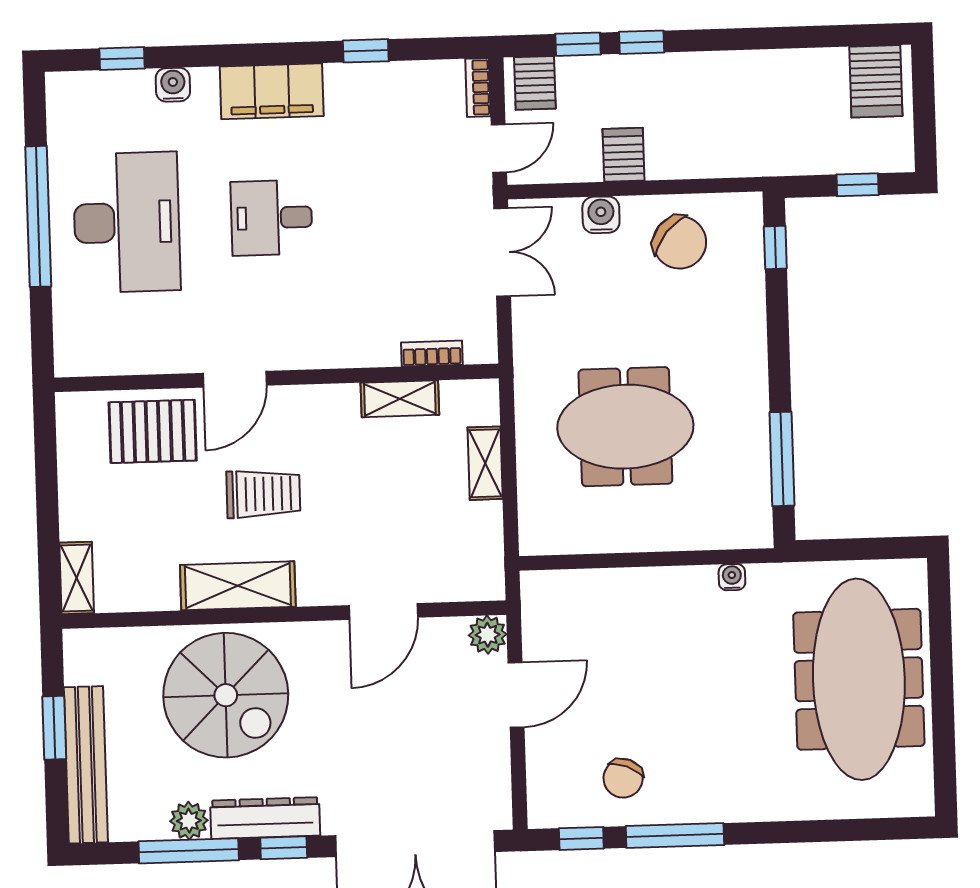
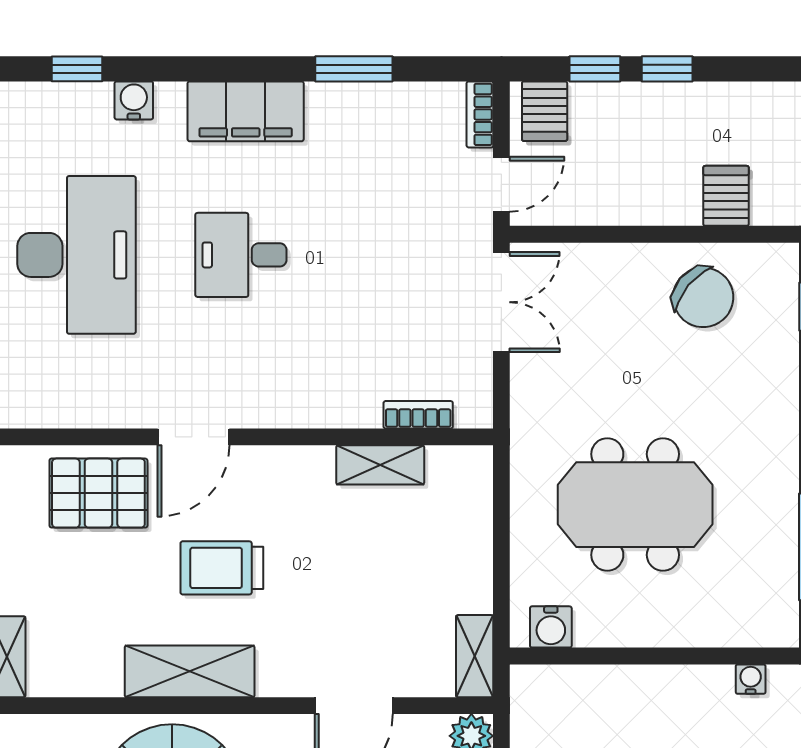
window: (366, 51) -> (354, 69), width x1.50
server rack: (624, 155) -> (726, 196), moved
water cooler: (601, 215) -> (551, 627), moved, turned 180
shelving: (485, 463) -> (475, 656), moved
trolley: (263, 494) -> (222, 568), turned 180

